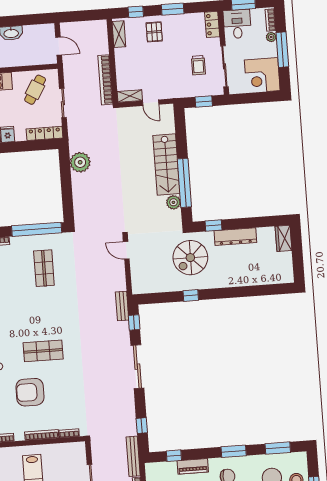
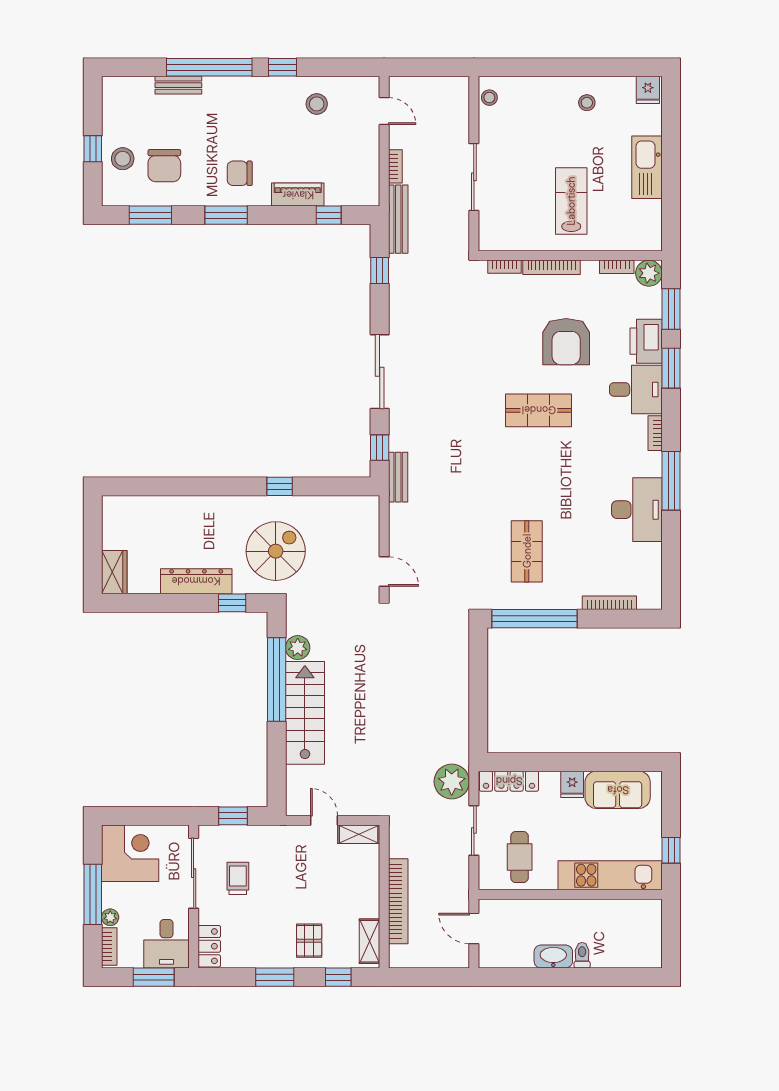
bookcase: (105, 80) -> (398, 901), moved
cafe table: (35, 90) -> (520, 857), turned -31
plant: (80, 162) -> (452, 782), moved
armchair: (30, 392) -> (566, 342), turned 90

